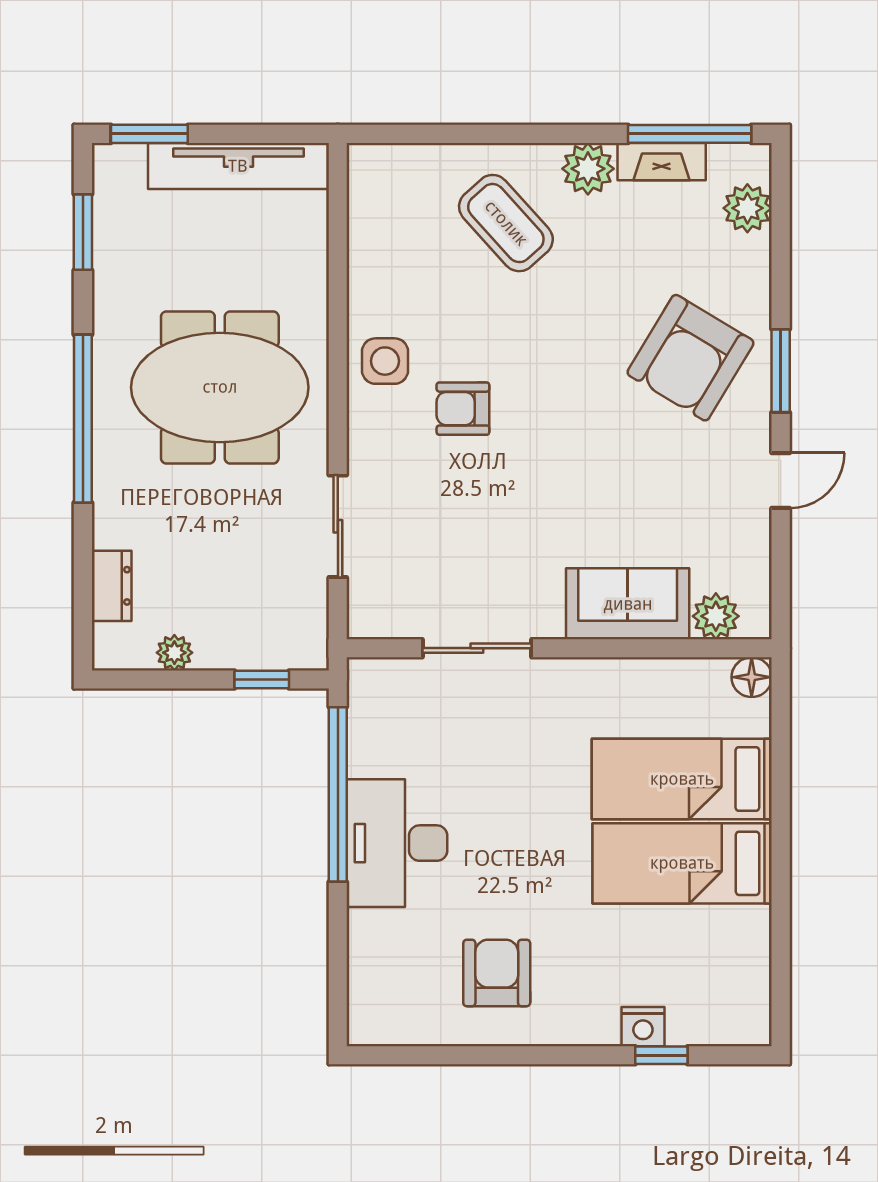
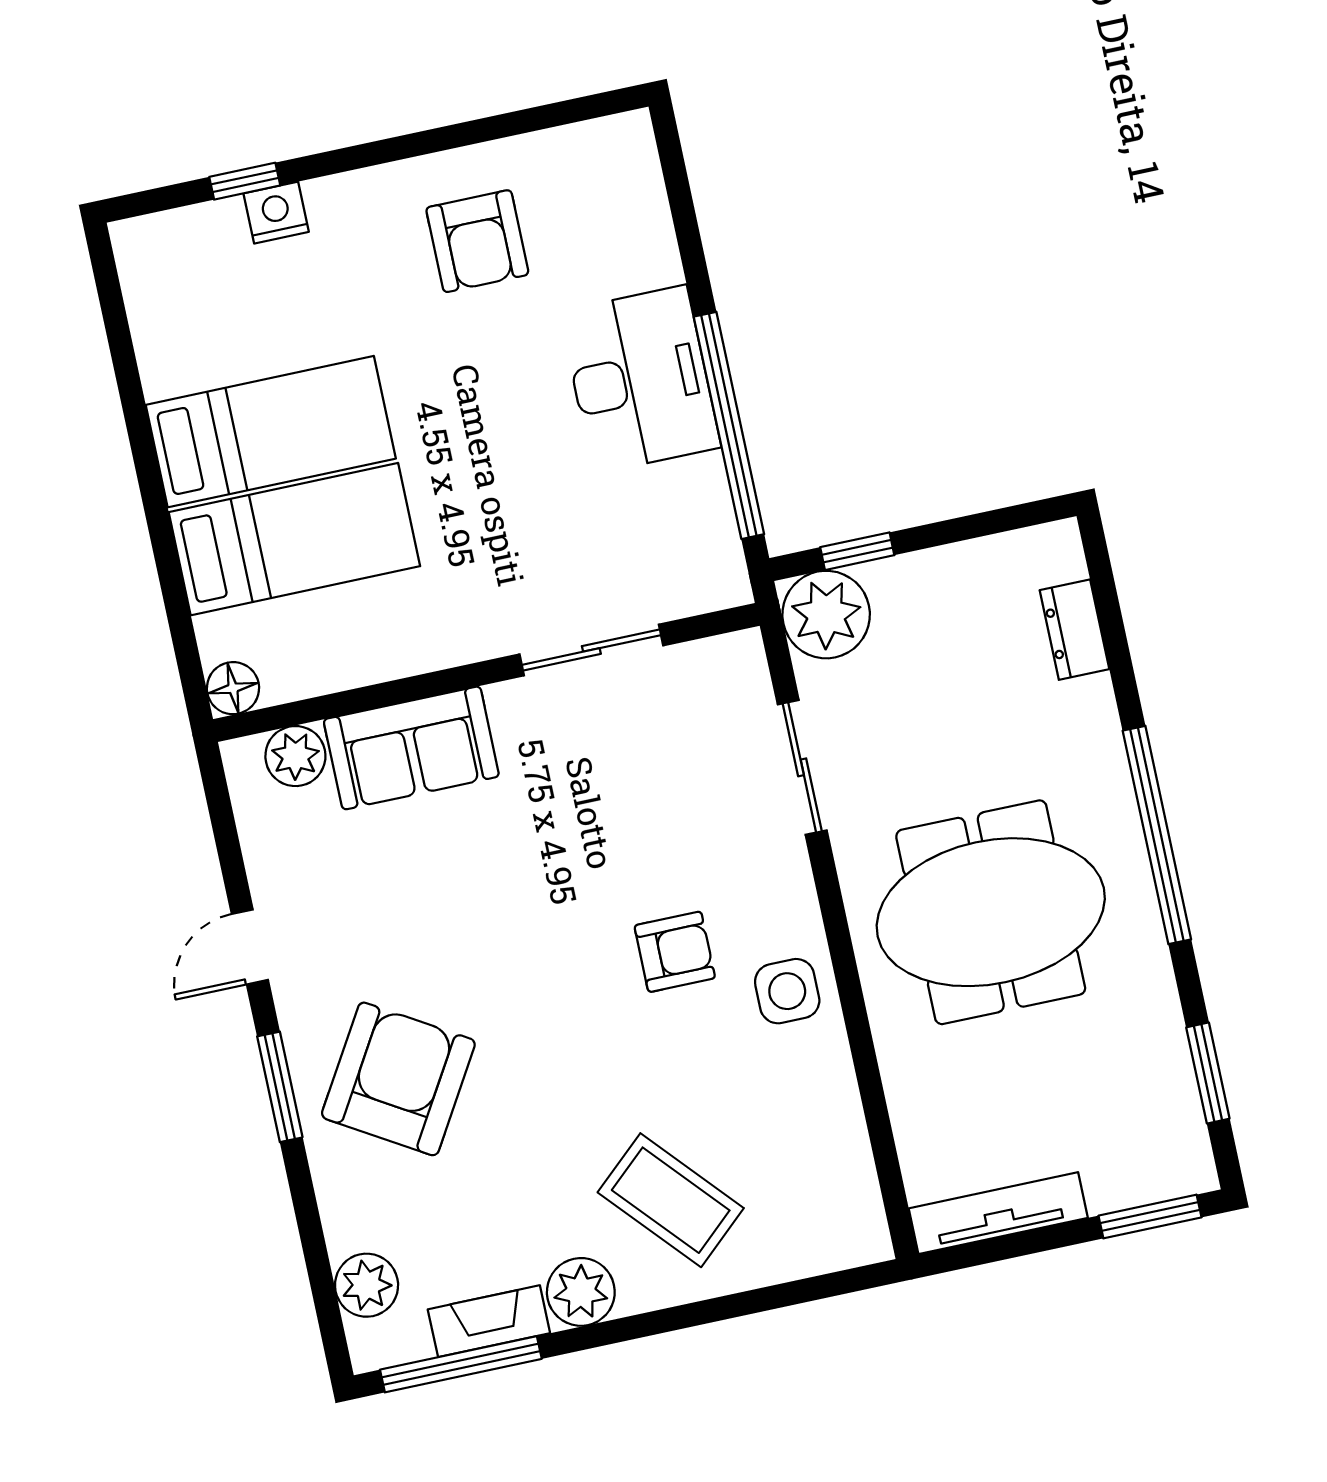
tv unit: (238, 166) -> (998, 1213), width x0.73, depth x0.78
plant: (174, 653) -> (826, 615), moved, width x1.88, depth x1.88

